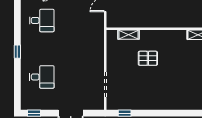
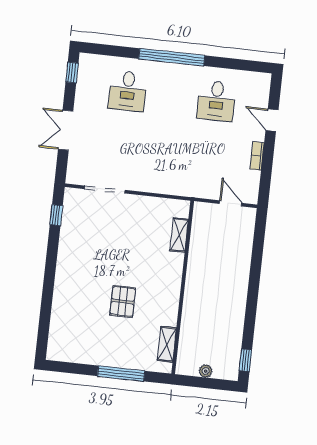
window: (17, 52) -> (172, 57), width x3.17
pallet: (148, 58) -> (123, 301), moved

